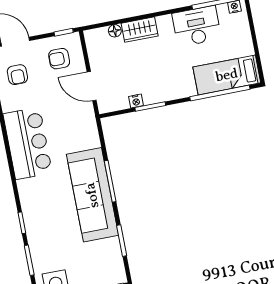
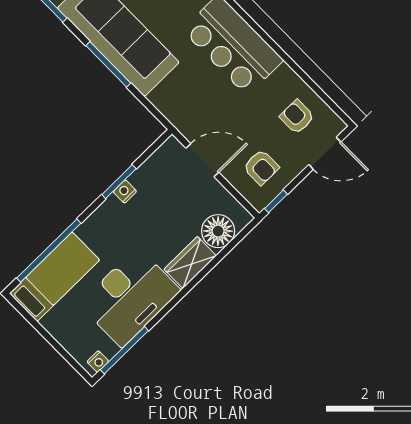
desk: (197, 26) -> (130, 297), width x1.36, depth x1.30
floor lamp: (115, 31) -> (218, 231), width x1.89, depth x1.89
armchair: (59, 59) -> (261, 167), turned 90
nightstand: (136, 101) -> (125, 192), moved

